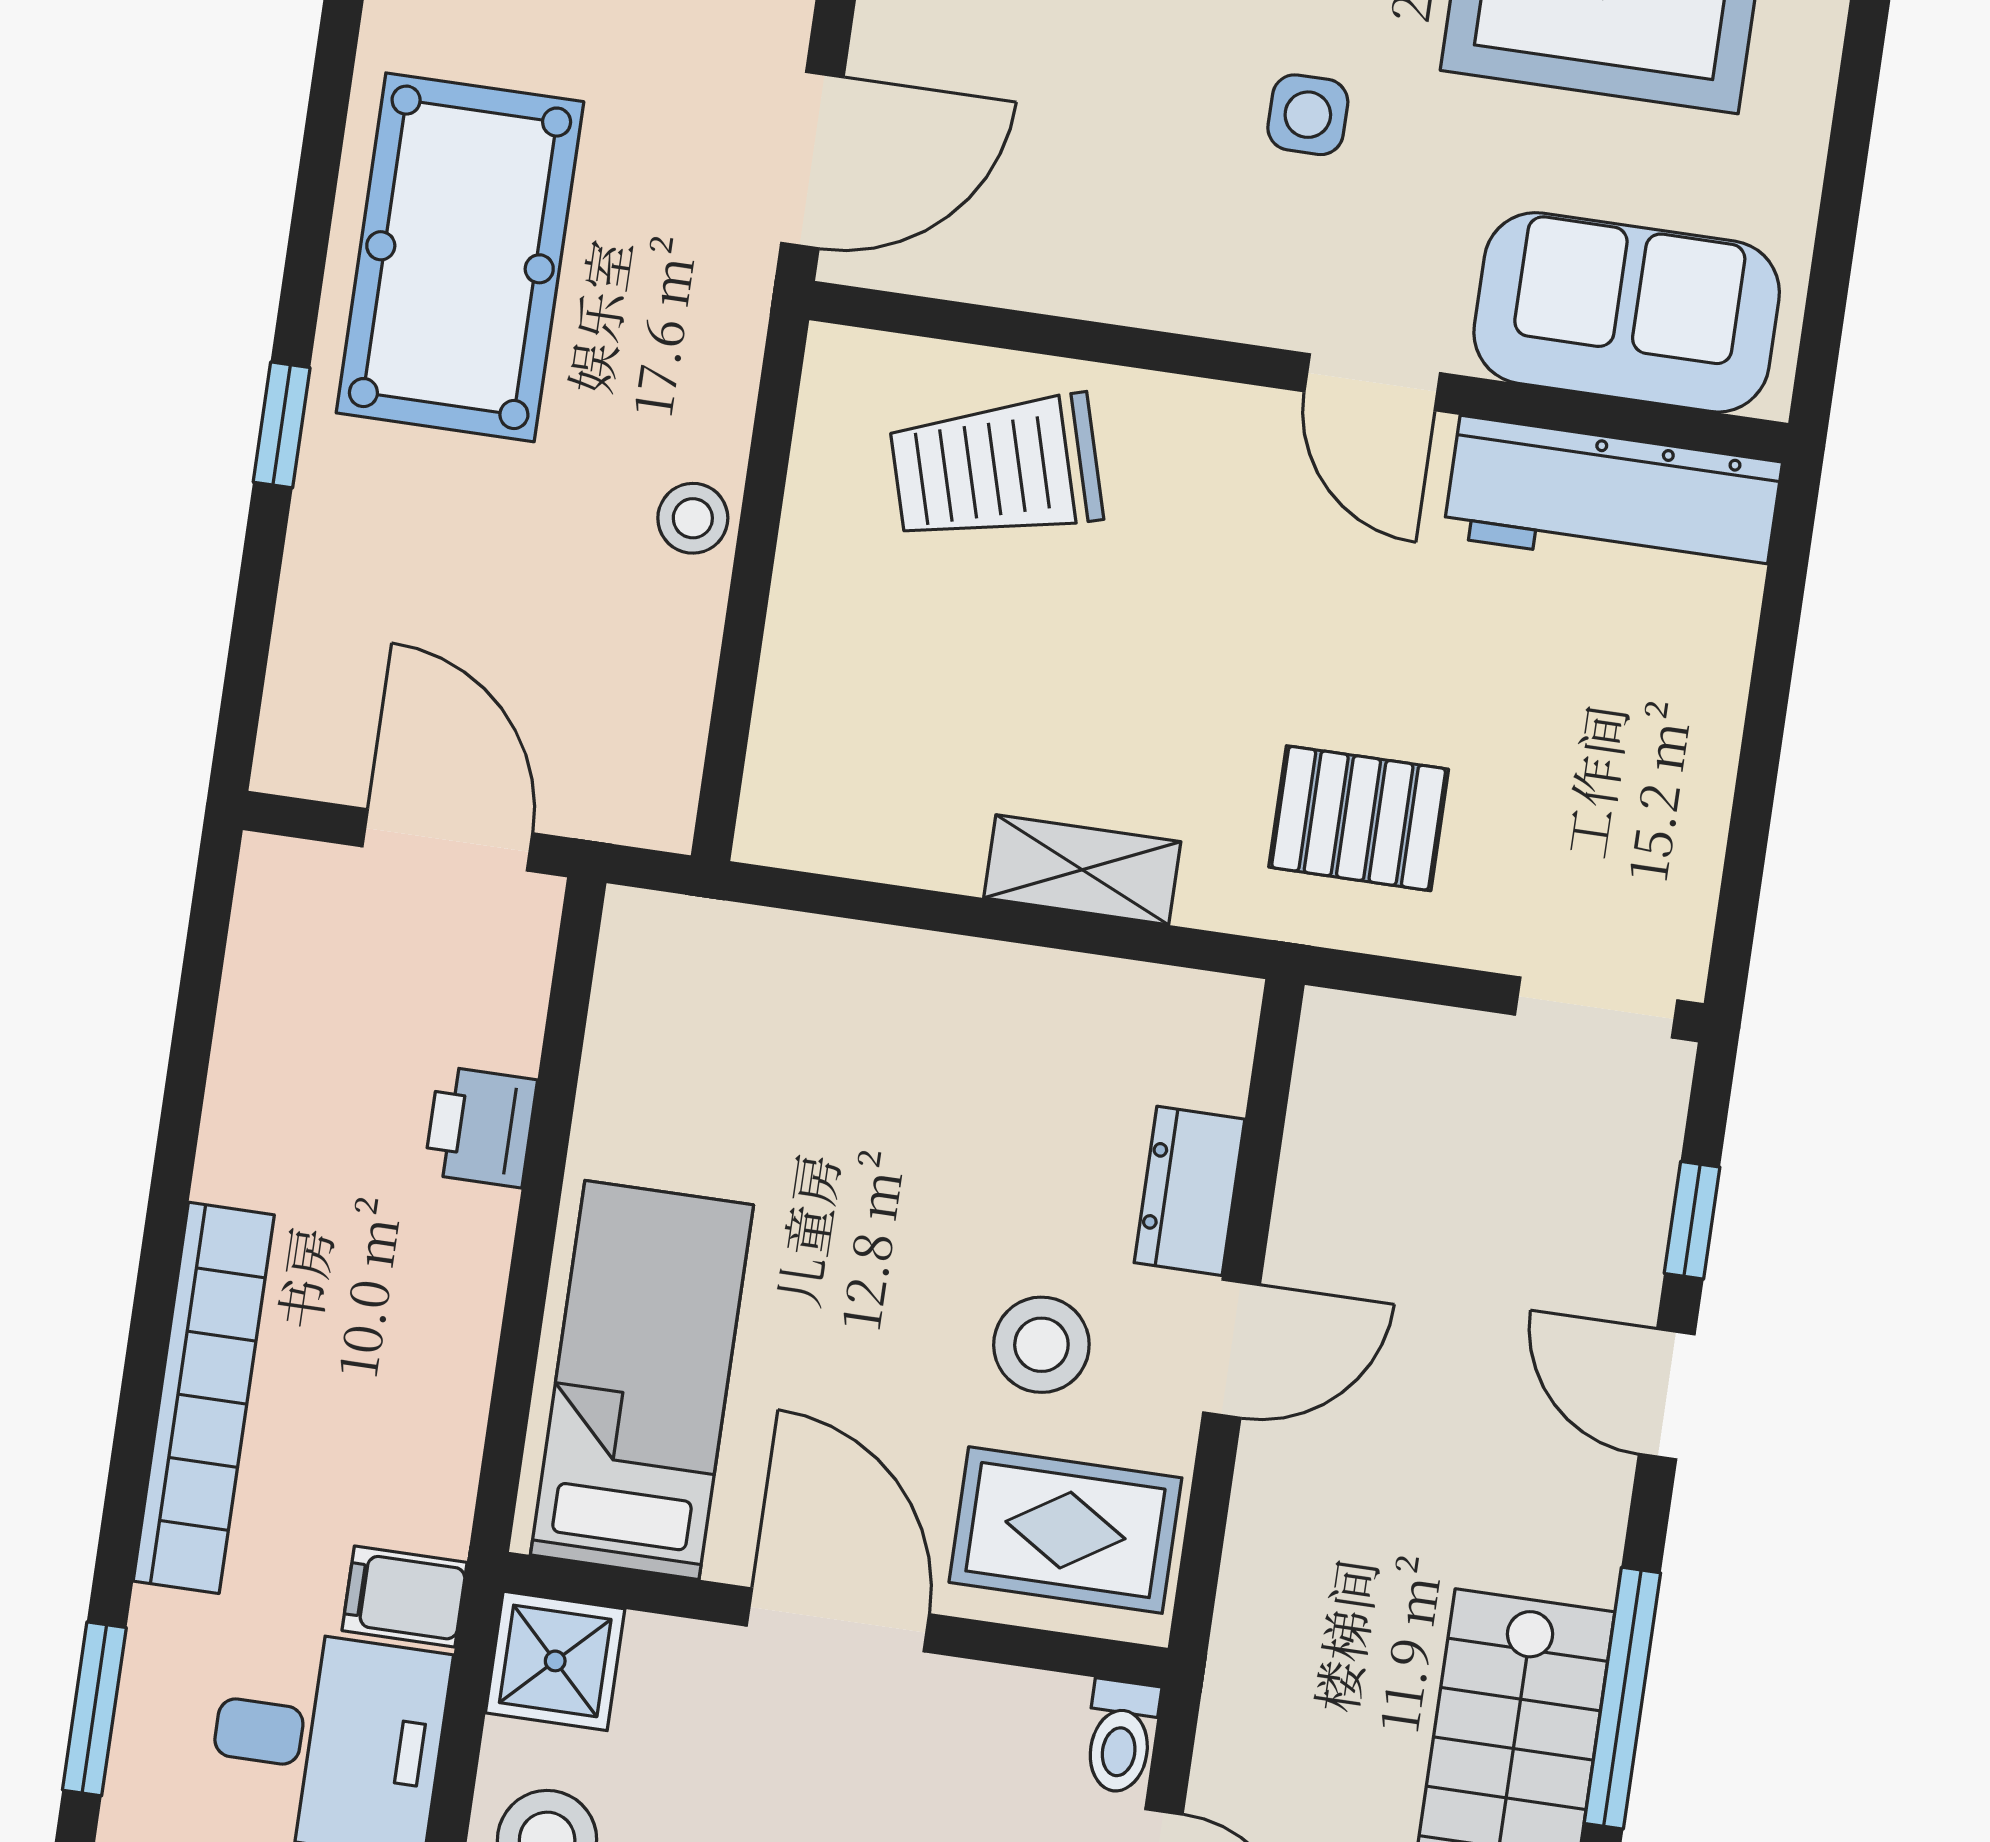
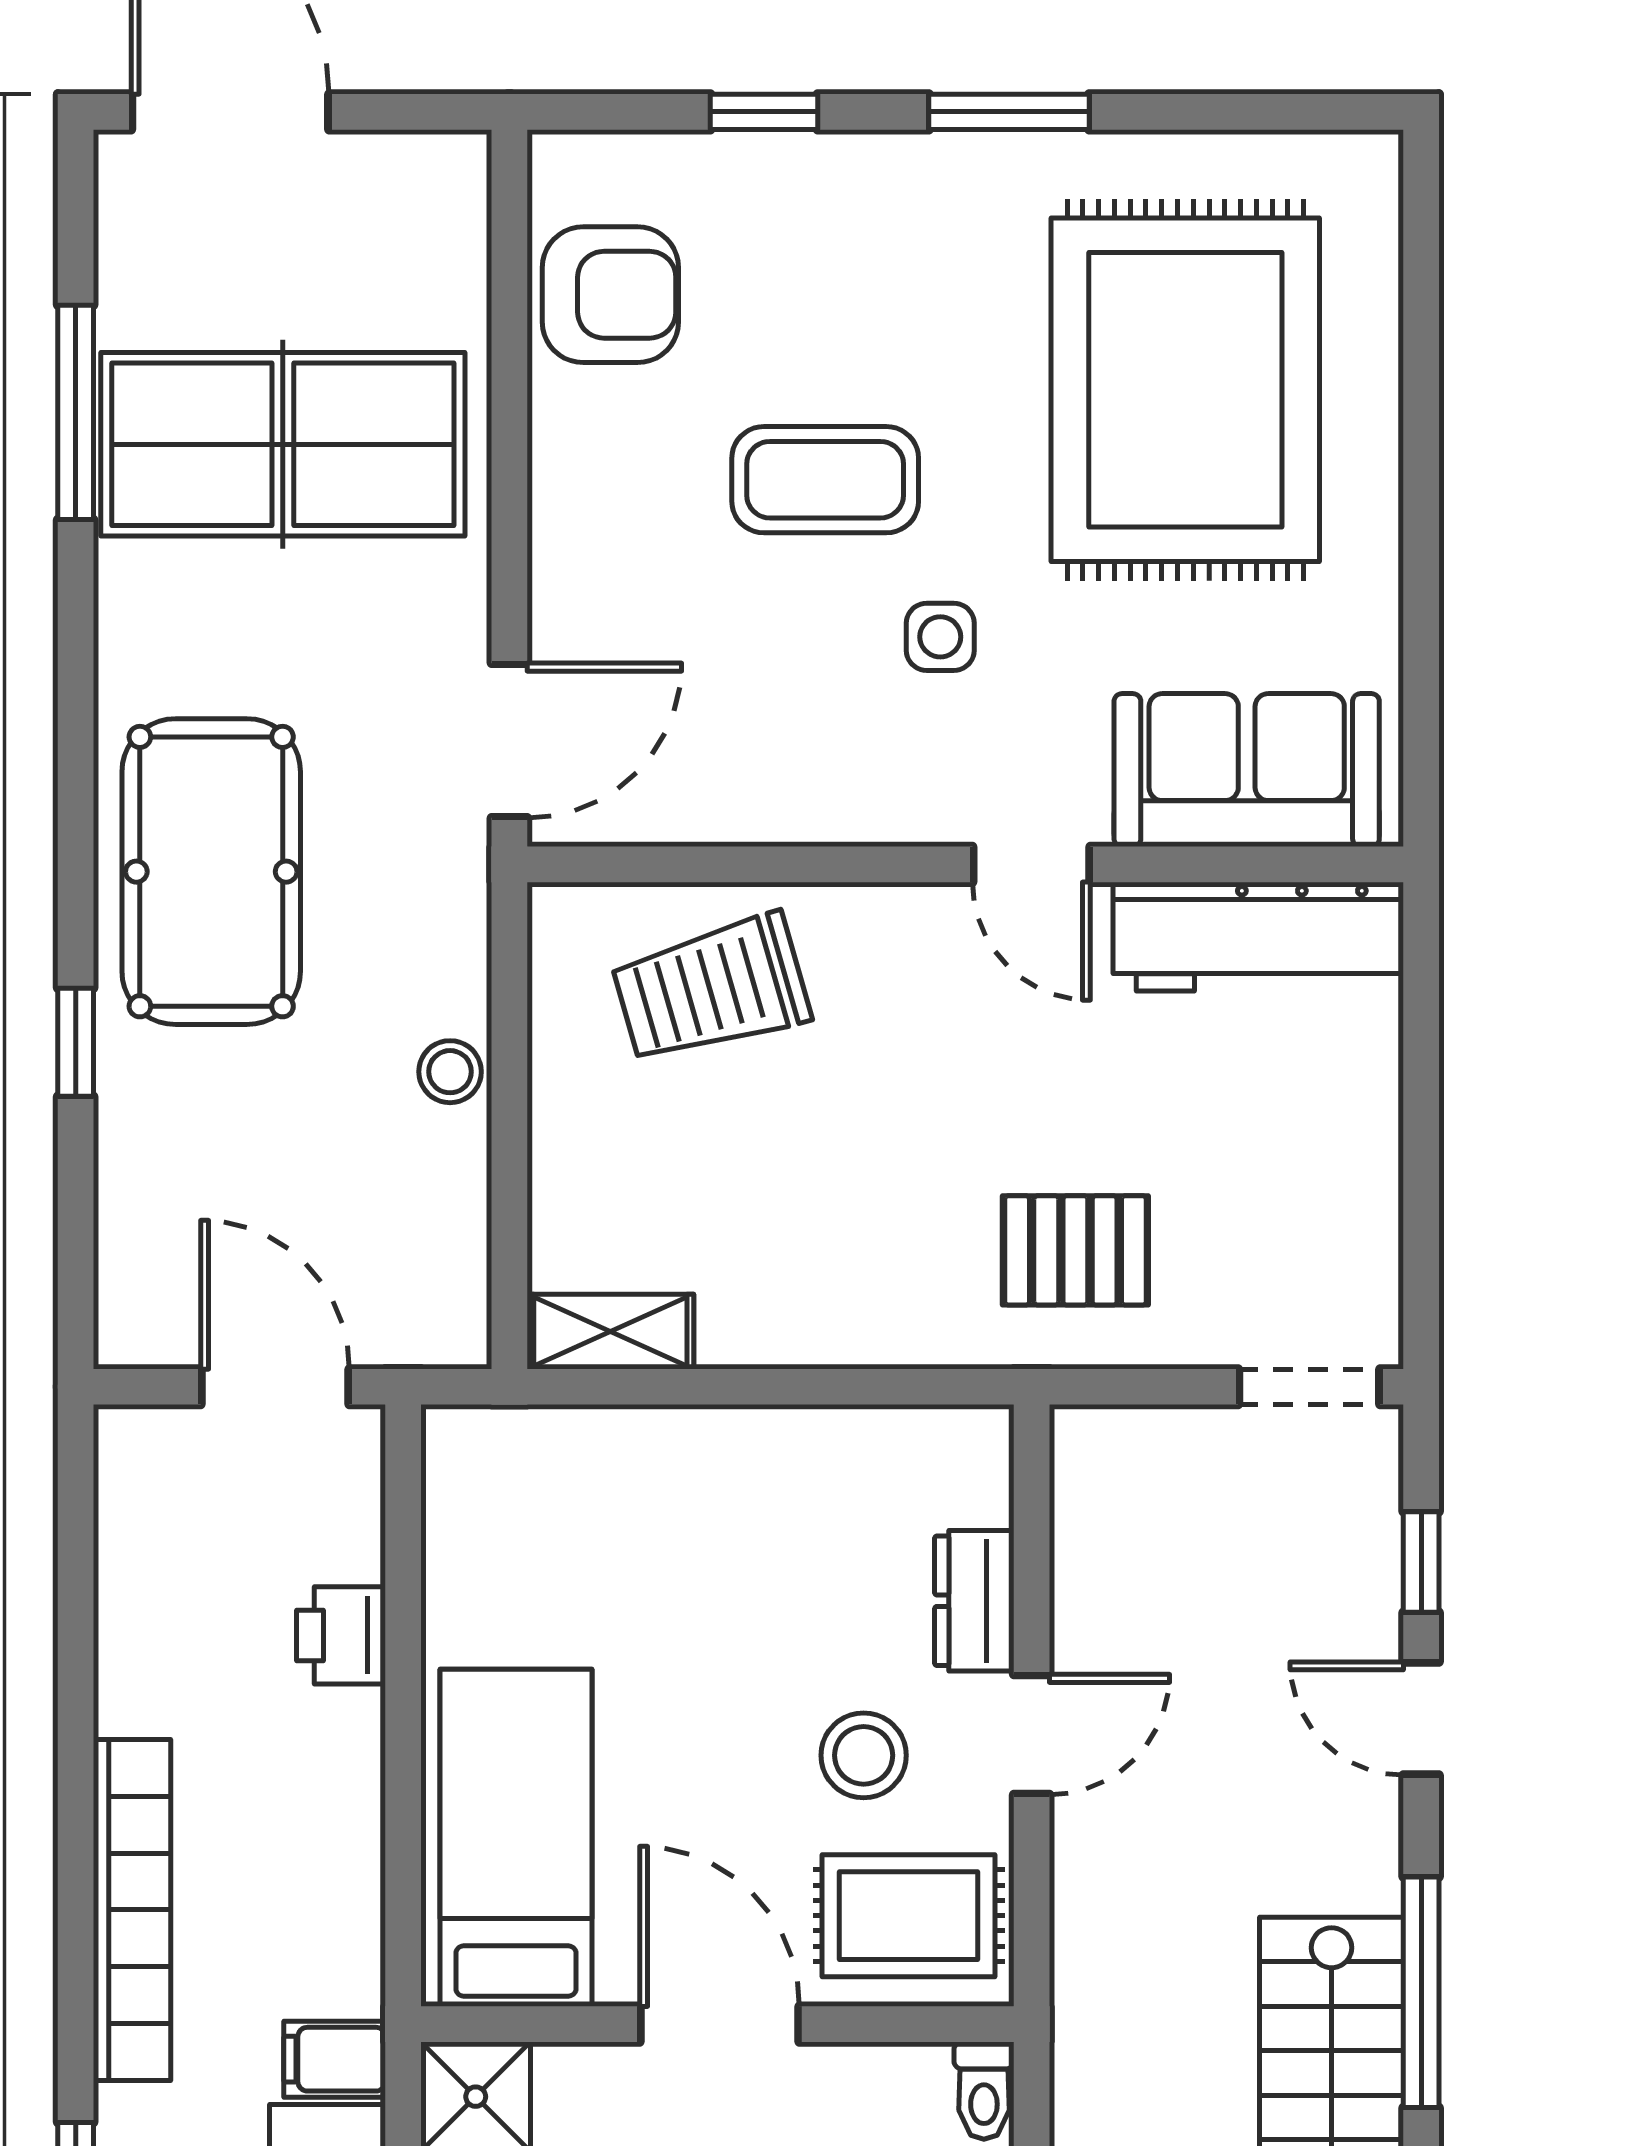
shelving: (1082, 870) -> (610, 1332), moved

